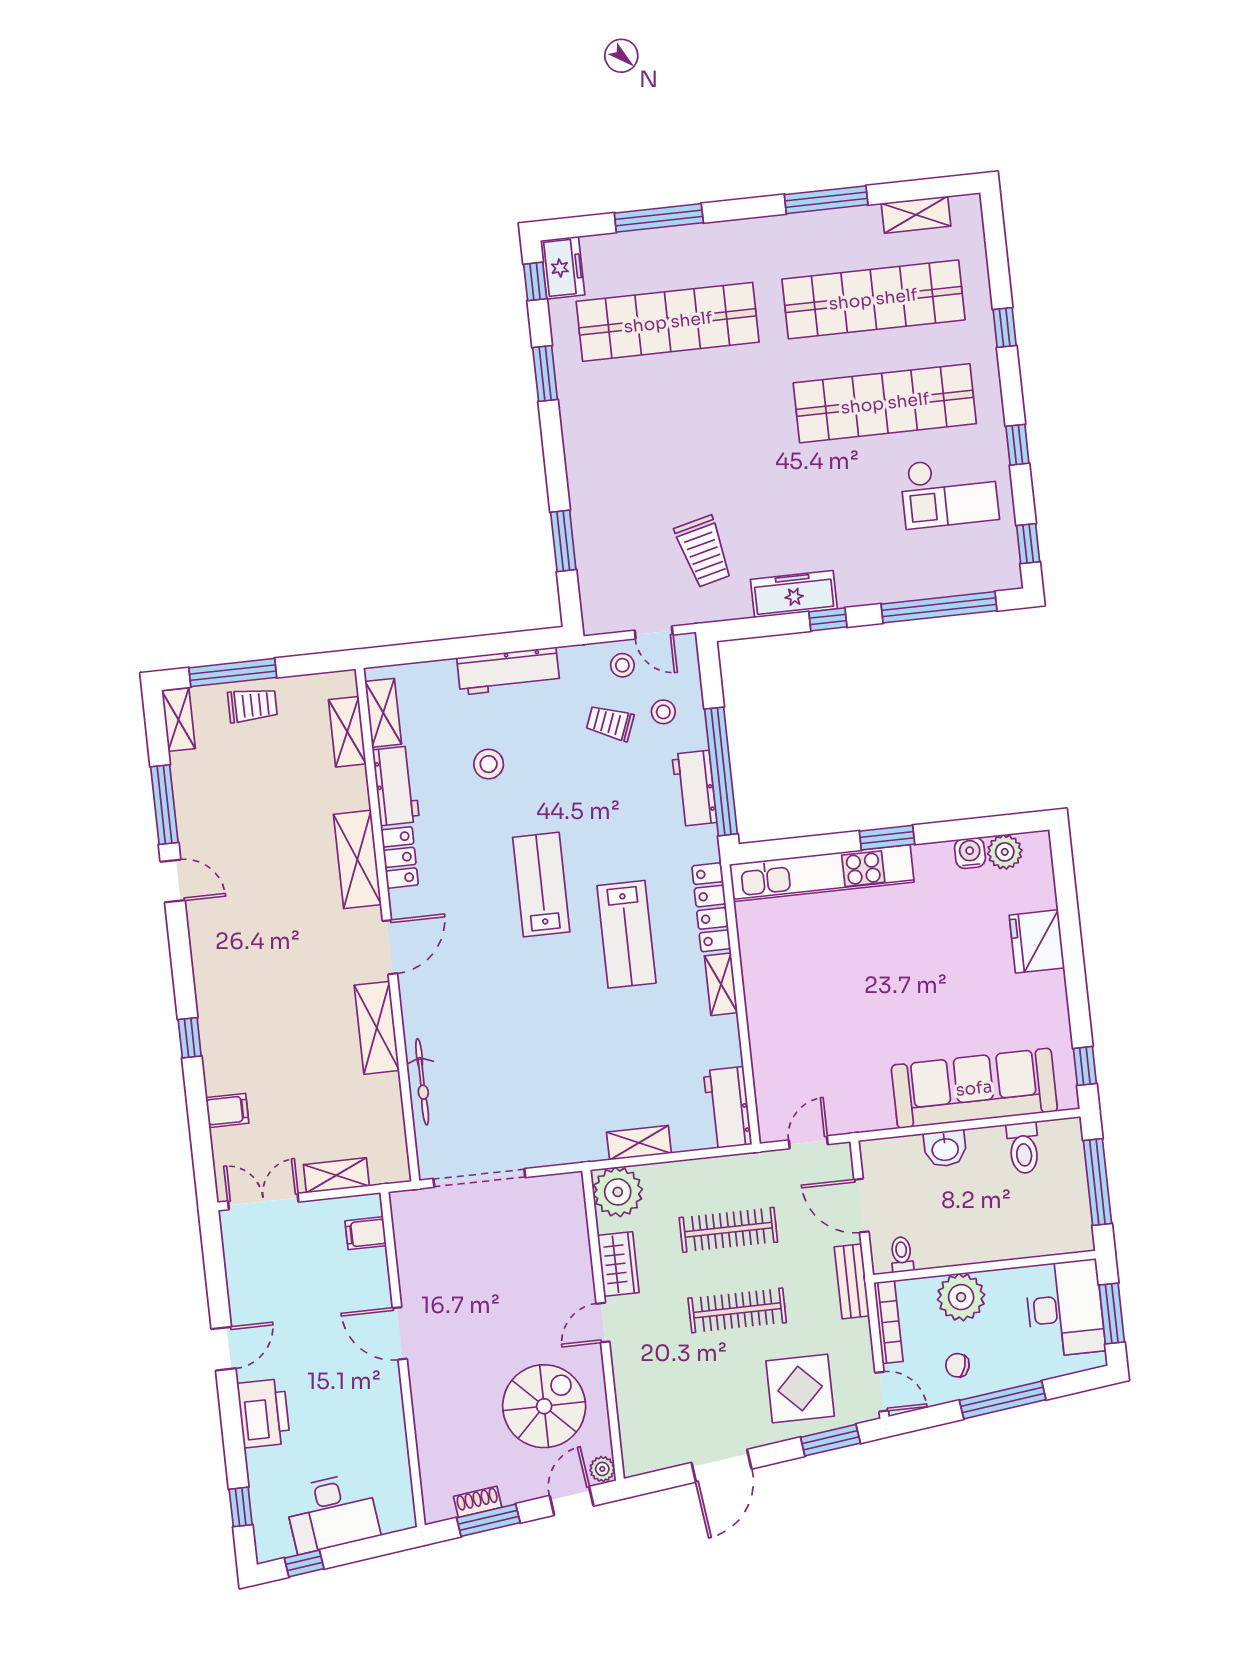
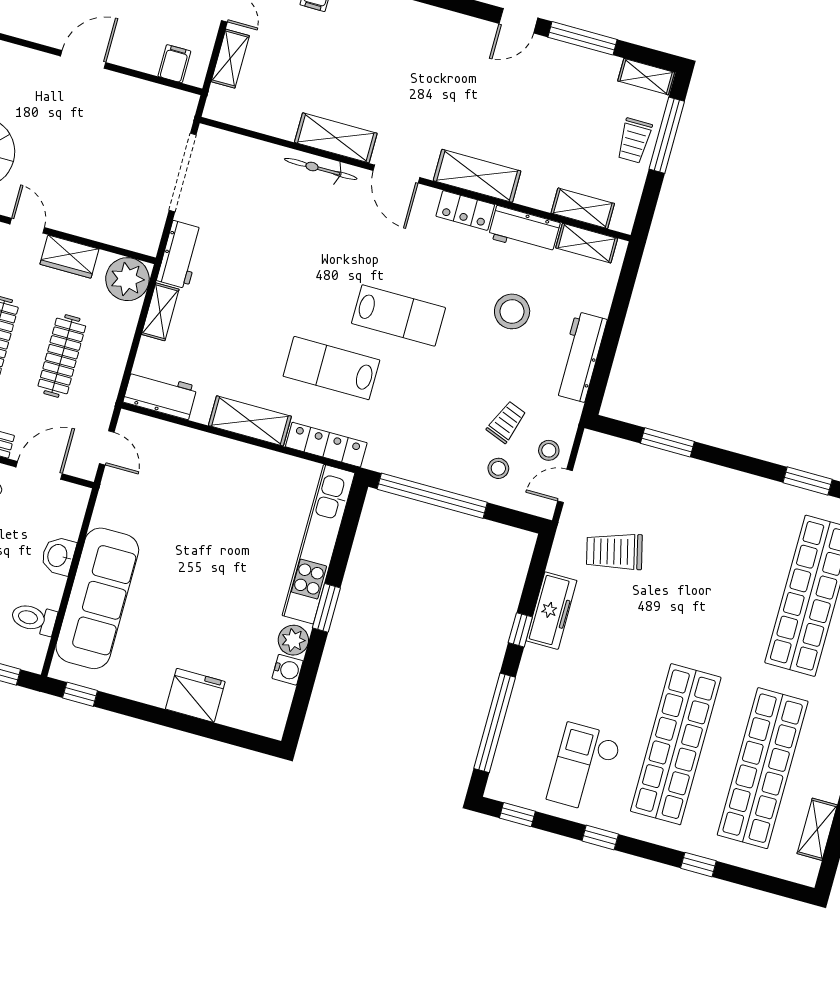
stool: (489, 764) -> (512, 311), width x1.38, depth x1.38
workbench: (694, 788) -> (180, 255), moved, turned 90
plant: (1005, 852) -> (293, 640), moved
shelving: (721, 984) -> (250, 421), width x1.50, depth x1.33
bicycle: (422, 1082) -> (321, 169), moved

